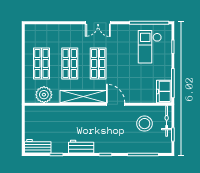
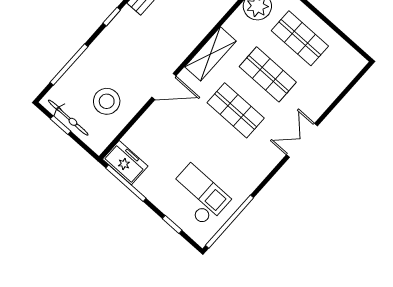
double door: (98, 23) -> (302, 140), moved
shelving: (83, 97) -> (210, 54), width x0.68
bicycle: (167, 121) -> (68, 118), moved

